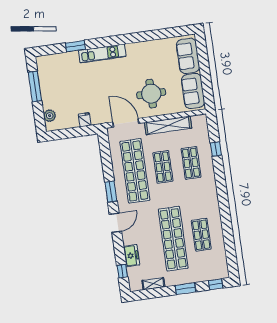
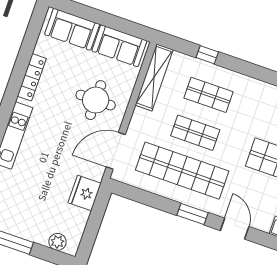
locker: (145, 46) -> (32, 77), added
fridge: (85, 120) -> (85, 193), width x1.88, depth x1.34
shelving: (168, 125) -> (154, 77), moved

